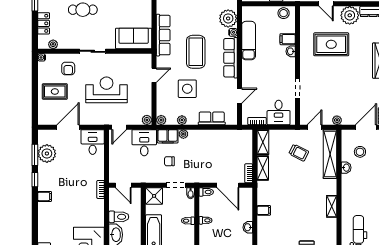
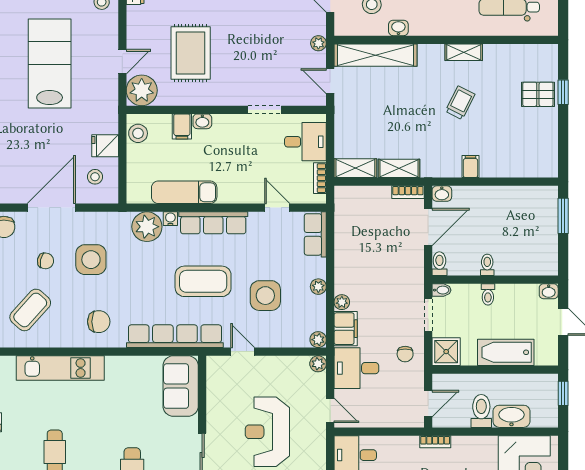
plant: (350, 15) -> (142, 90), moved
row of seats: (163, 35) -> (175, 336), width x1.36
row of seats: (212, 118) -> (315, 234), moved
plant: (182, 120) -> (318, 287), moved
trolley: (299, 153) -> (460, 103), moved
chair: (169, 161) -> (405, 354), moved
washbasin: (248, 227) -> (442, 194), moved

